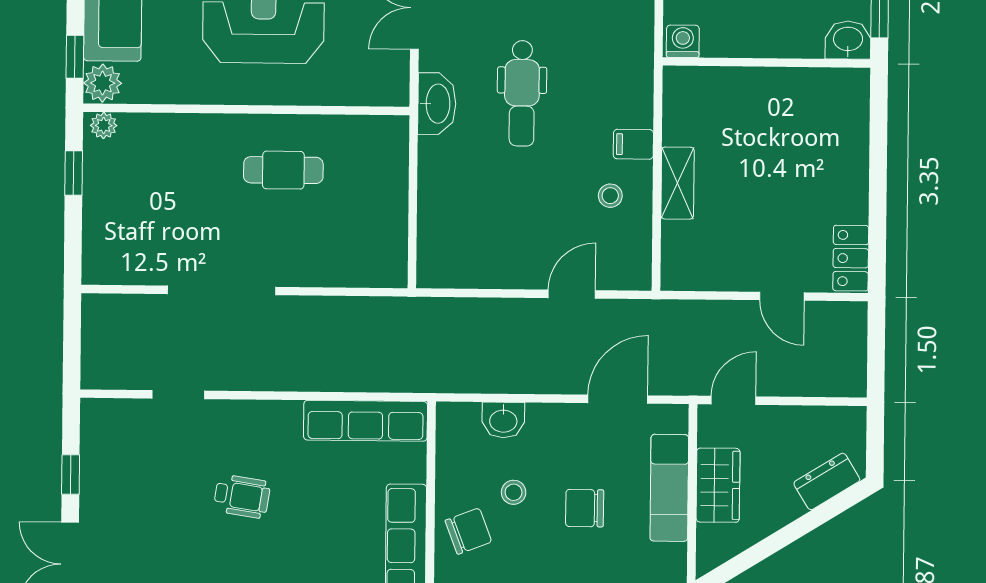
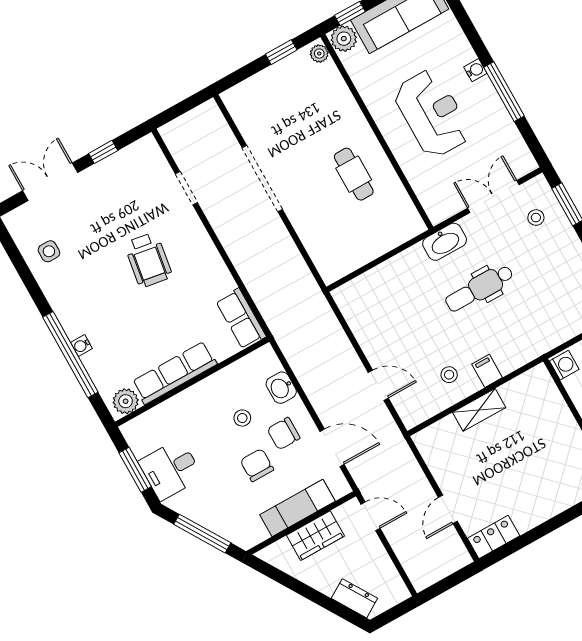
row of seats: (365, 421) -> (241, 319), width x0.68
wheelchair: (242, 496) -> (148, 260), width x1.36, depth x1.37
chair: (468, 531) -> (284, 434), moved, turned 111

